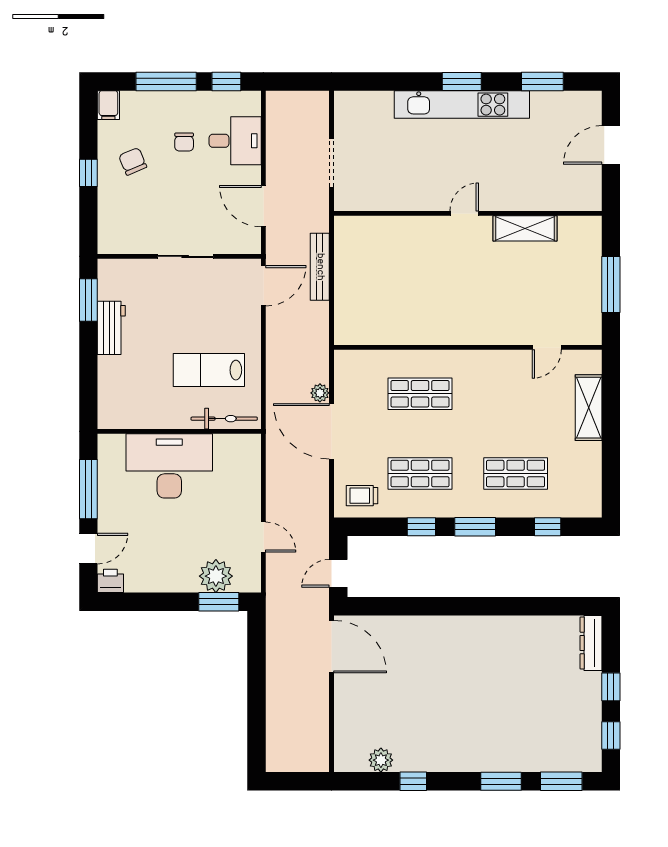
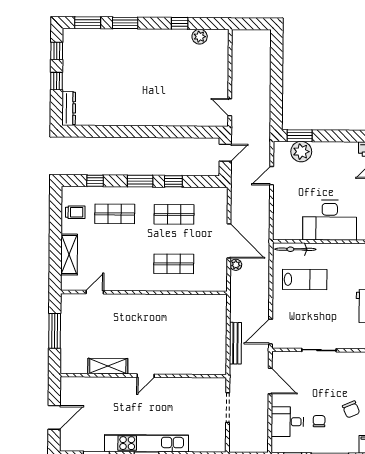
trolley: (362, 496) -> (75, 212), moved
door: (263, 537) -> (272, 176), hinge flipped
door: (331, 647) -> (230, 107), width x0.53

